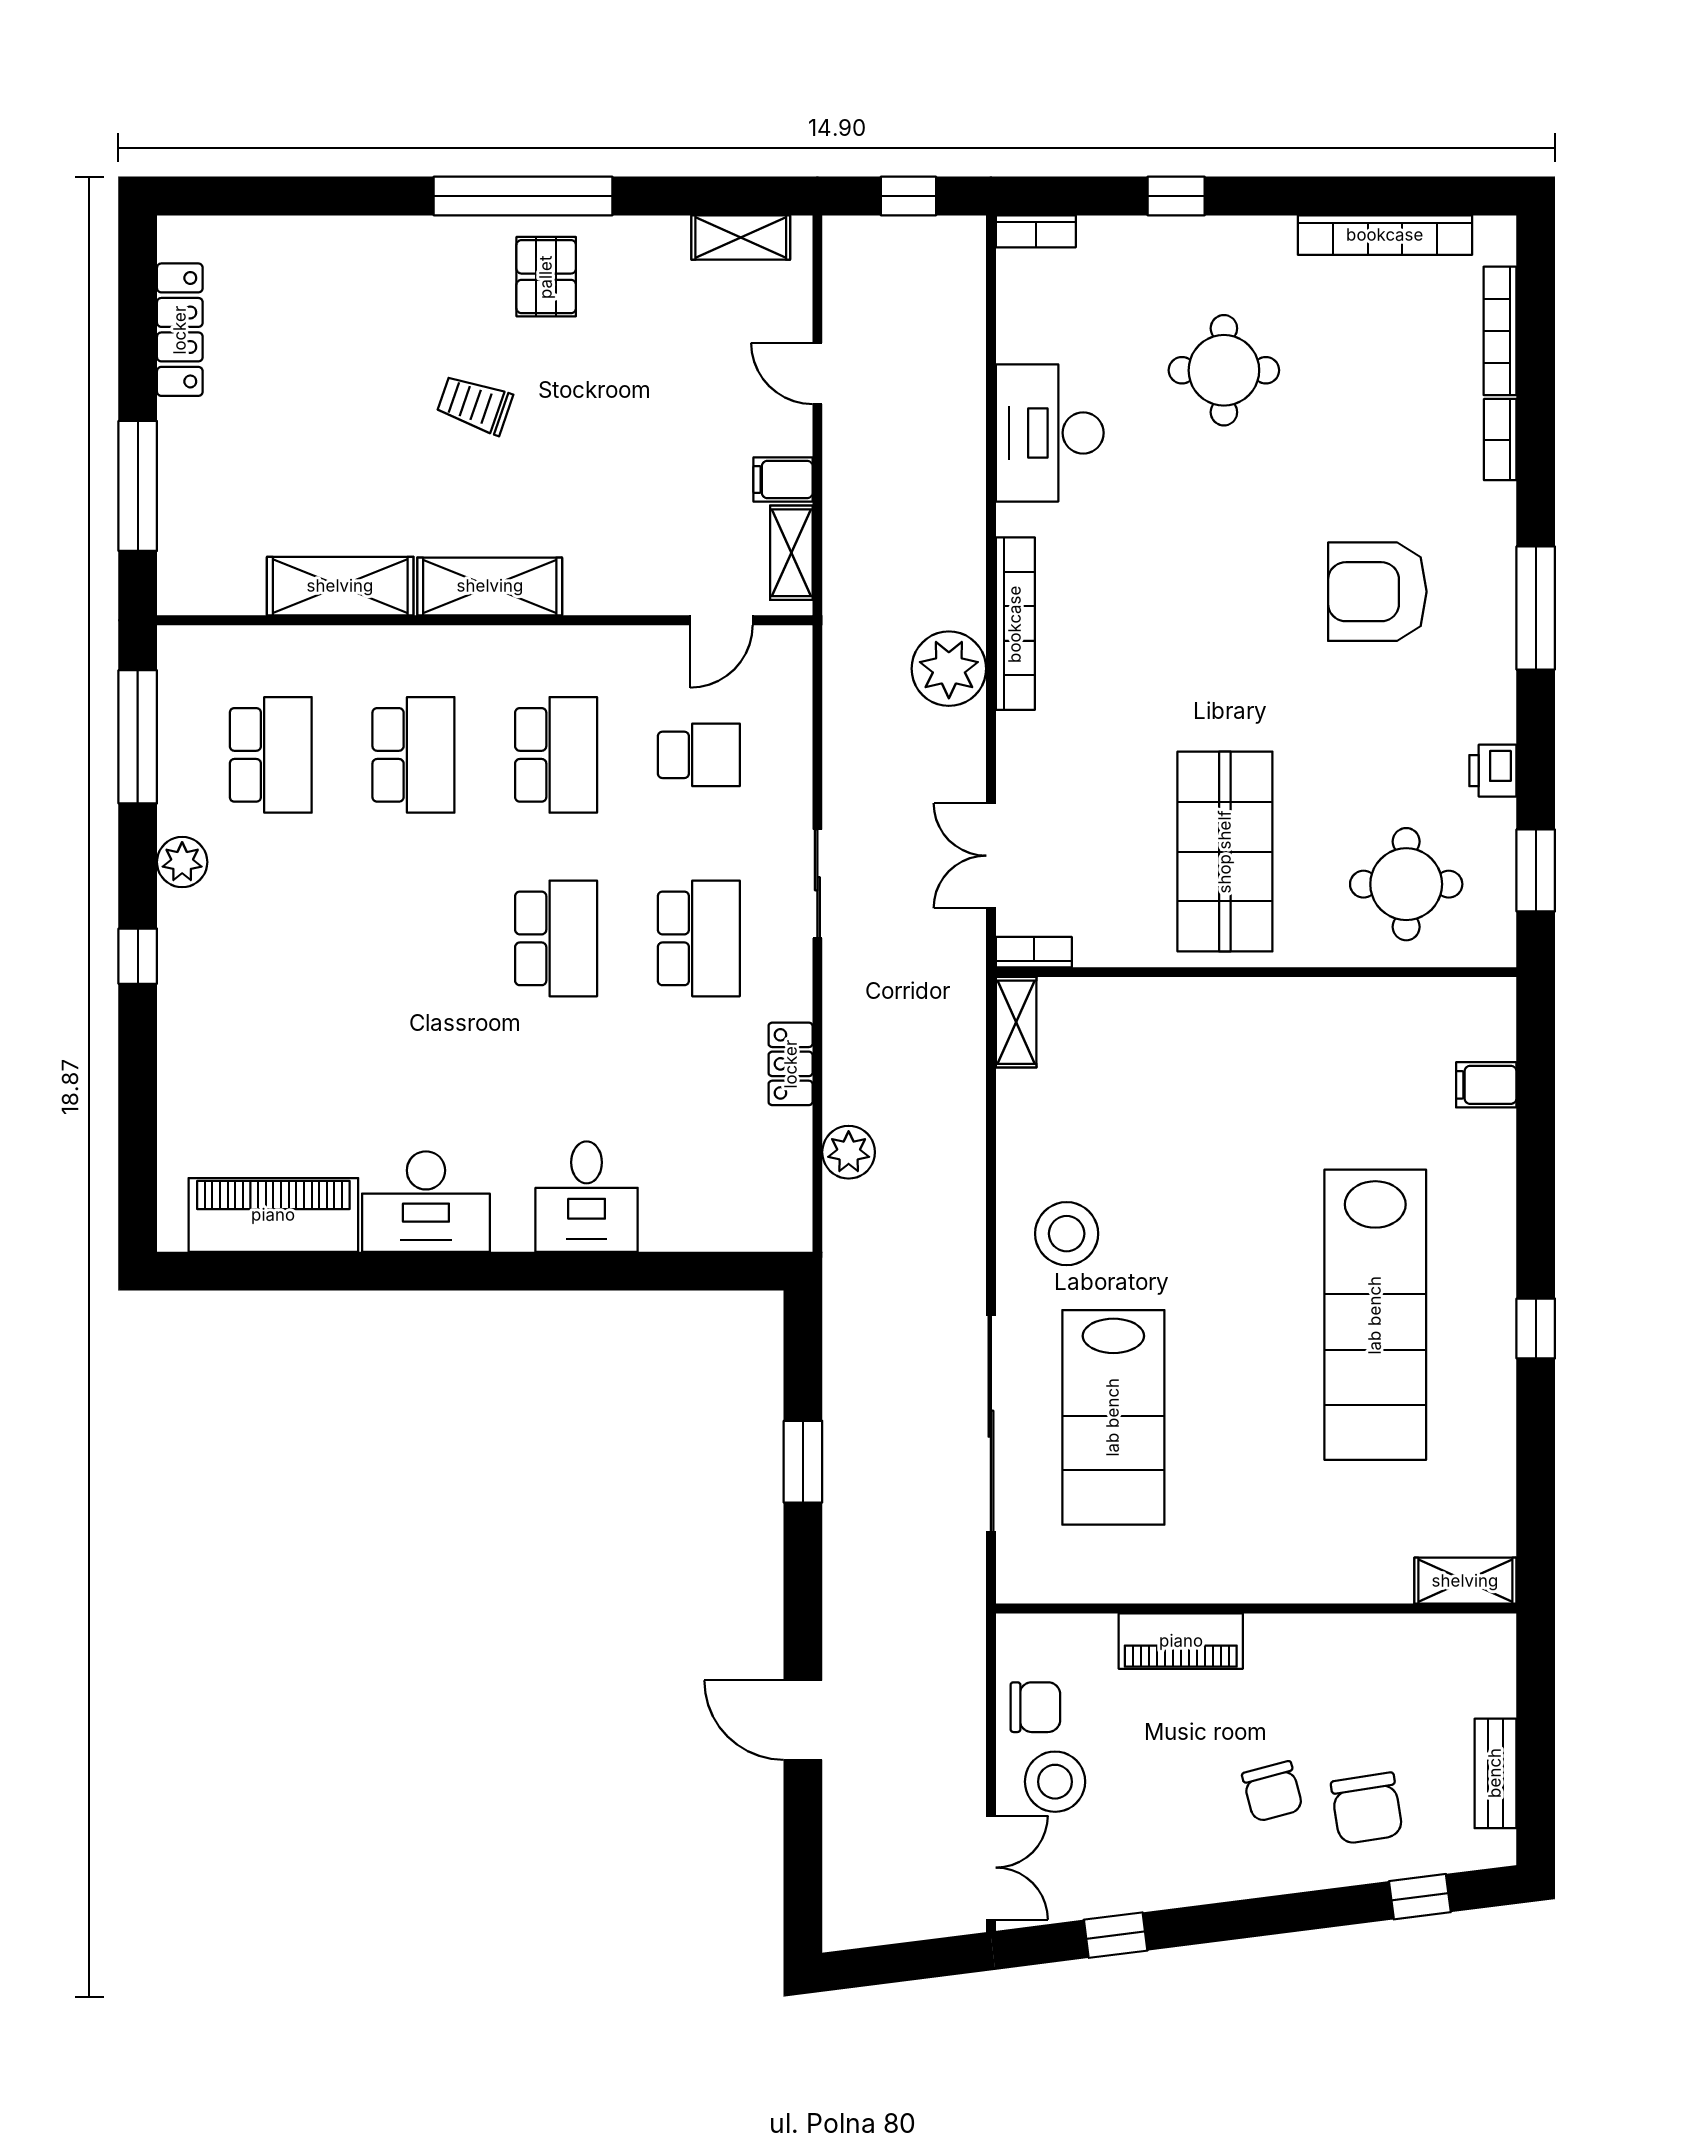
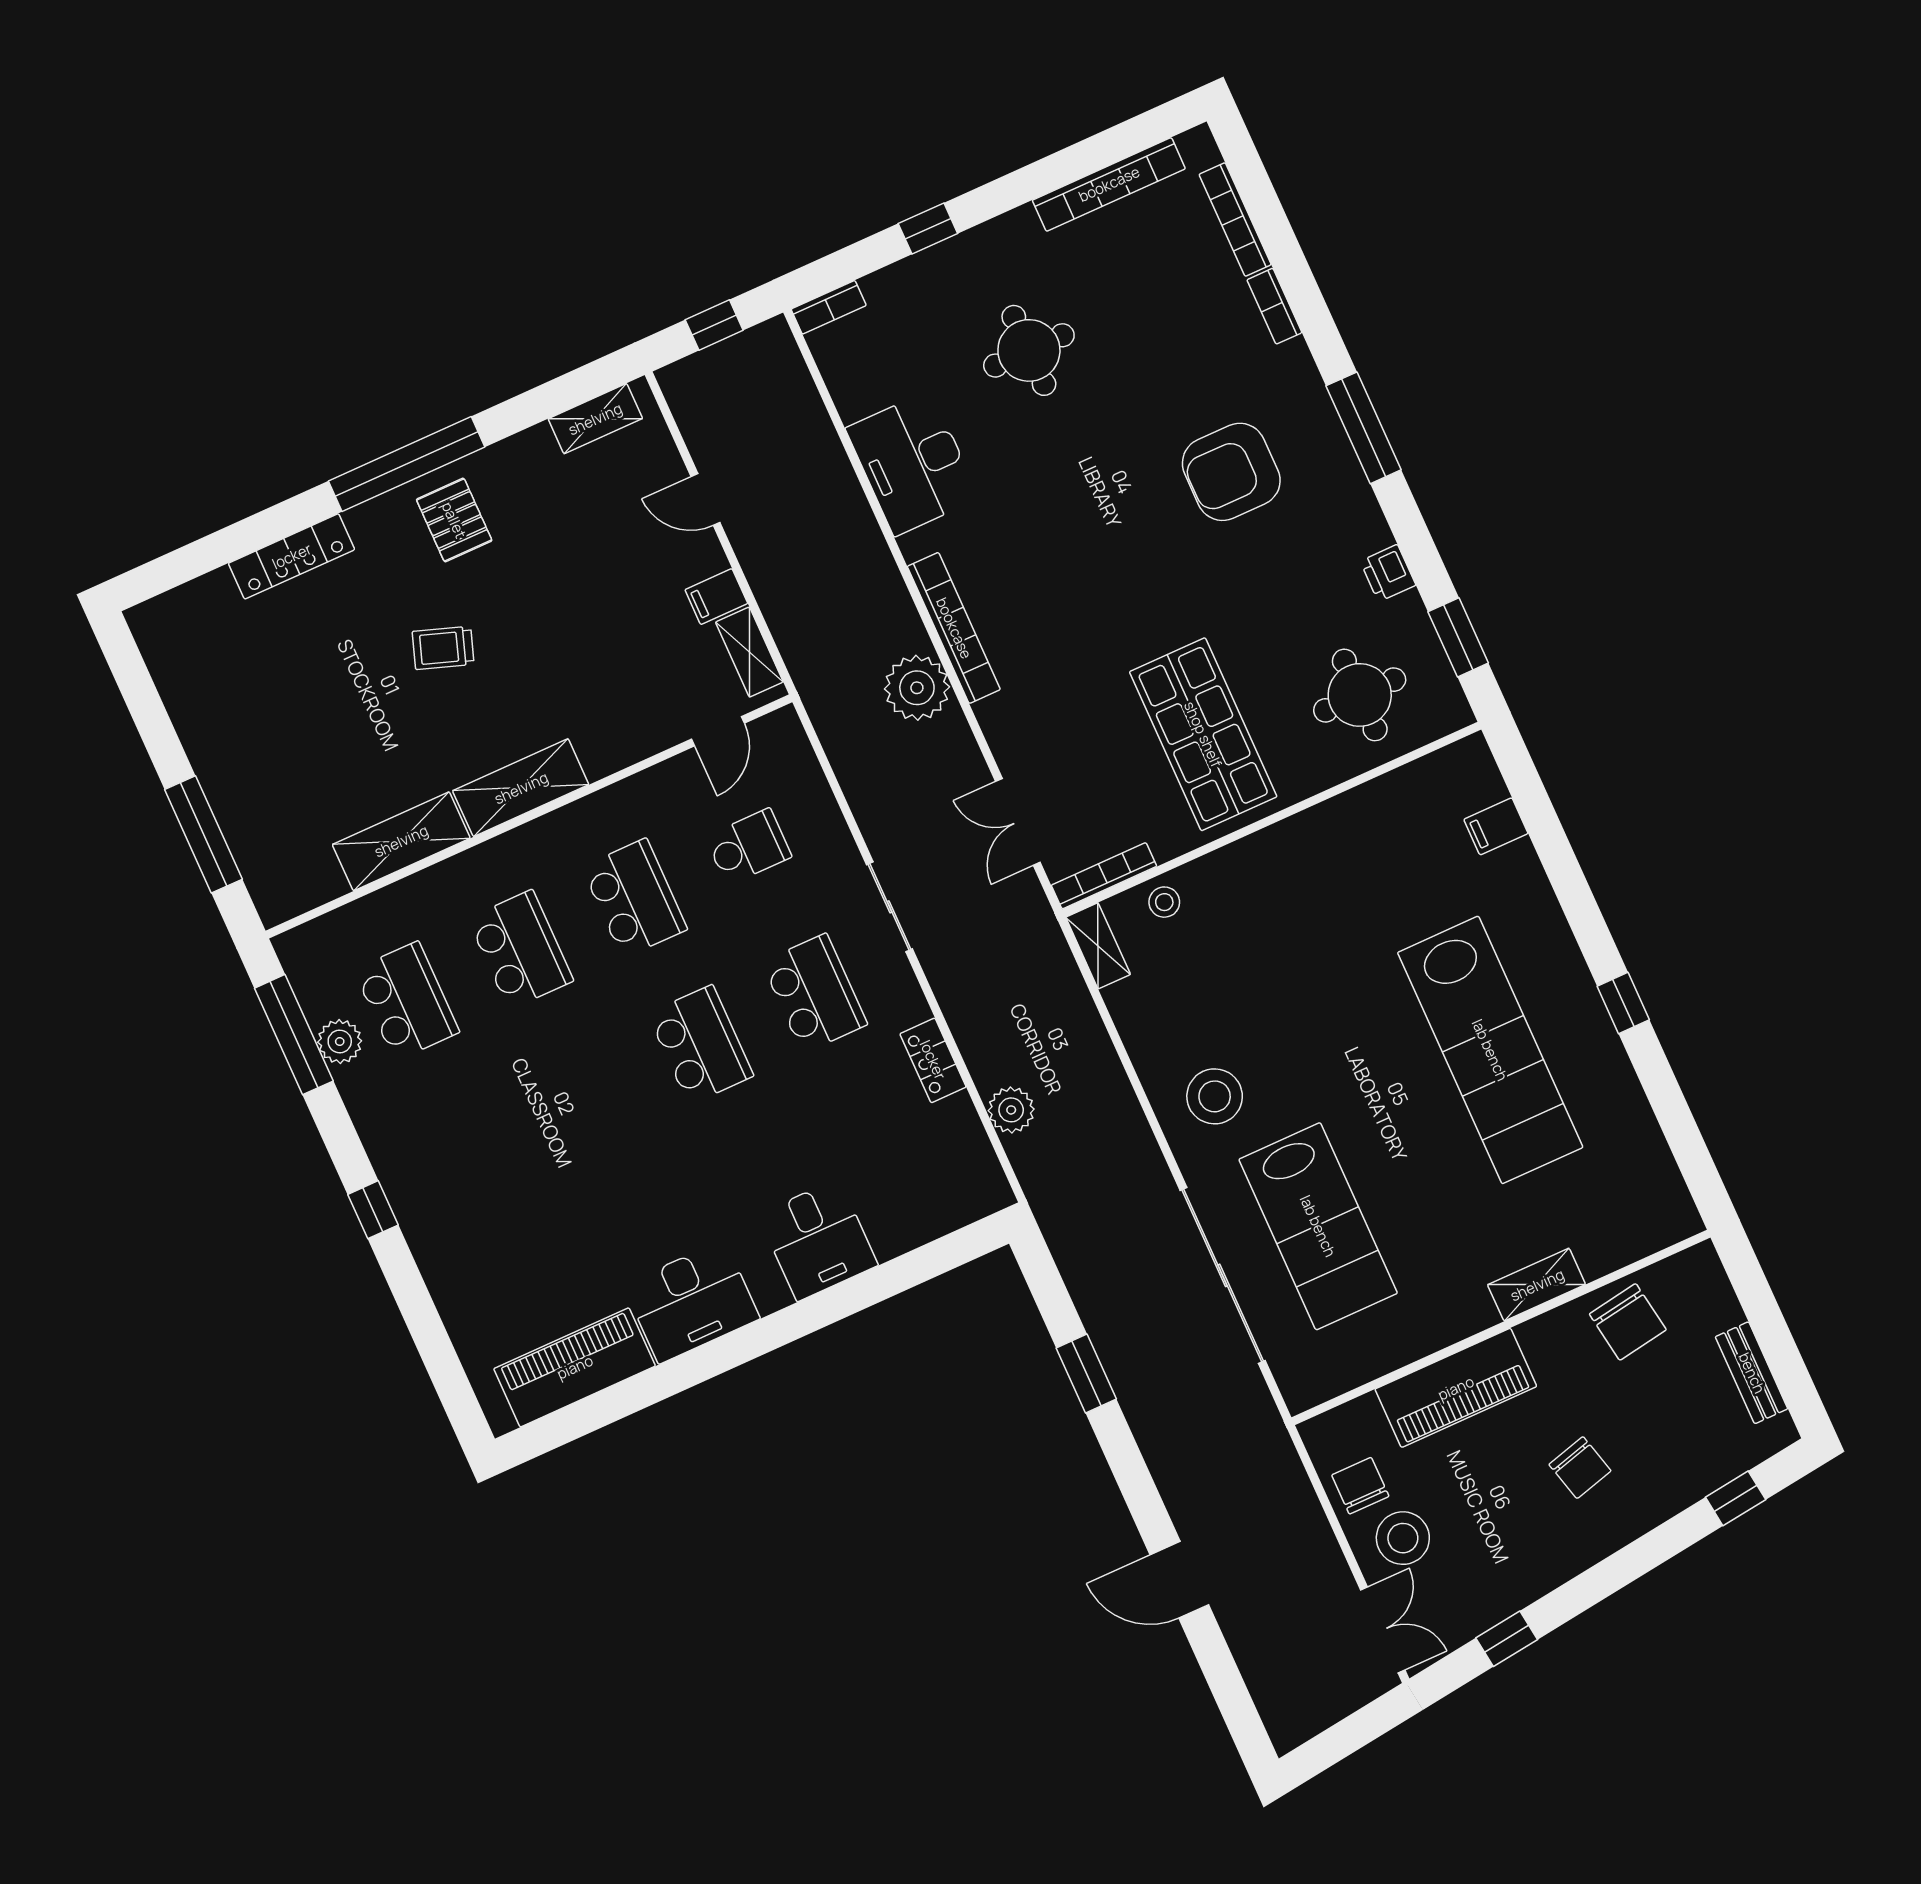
locker: (180, 330) -> (292, 556), moved, turned 90
plant: (182, 862) -> (340, 1042), moved
bookcase: (1034, 952) -> (1104, 876), width x1.56
stool: (1106, 1008) -> (1164, 902), added
shelving: (1465, 1581) -> (1537, 1285), moved
piano: (1181, 1641) -> (1456, 1388), width x1.37, depth x1.33
chair: (1035, 1707) -> (1360, 1486), turned -90
chair: (1367, 1808) -> (1628, 1322), moved

